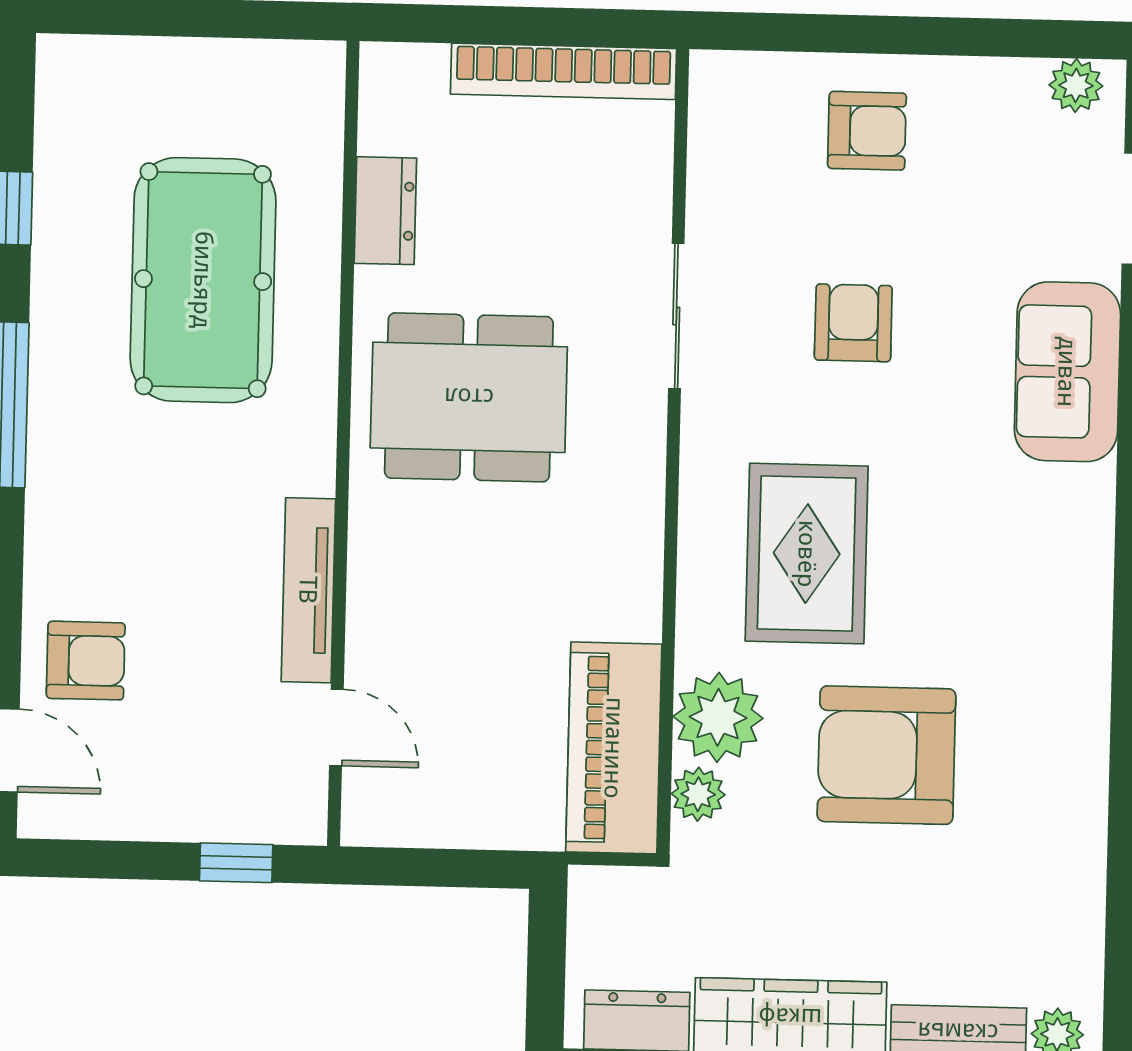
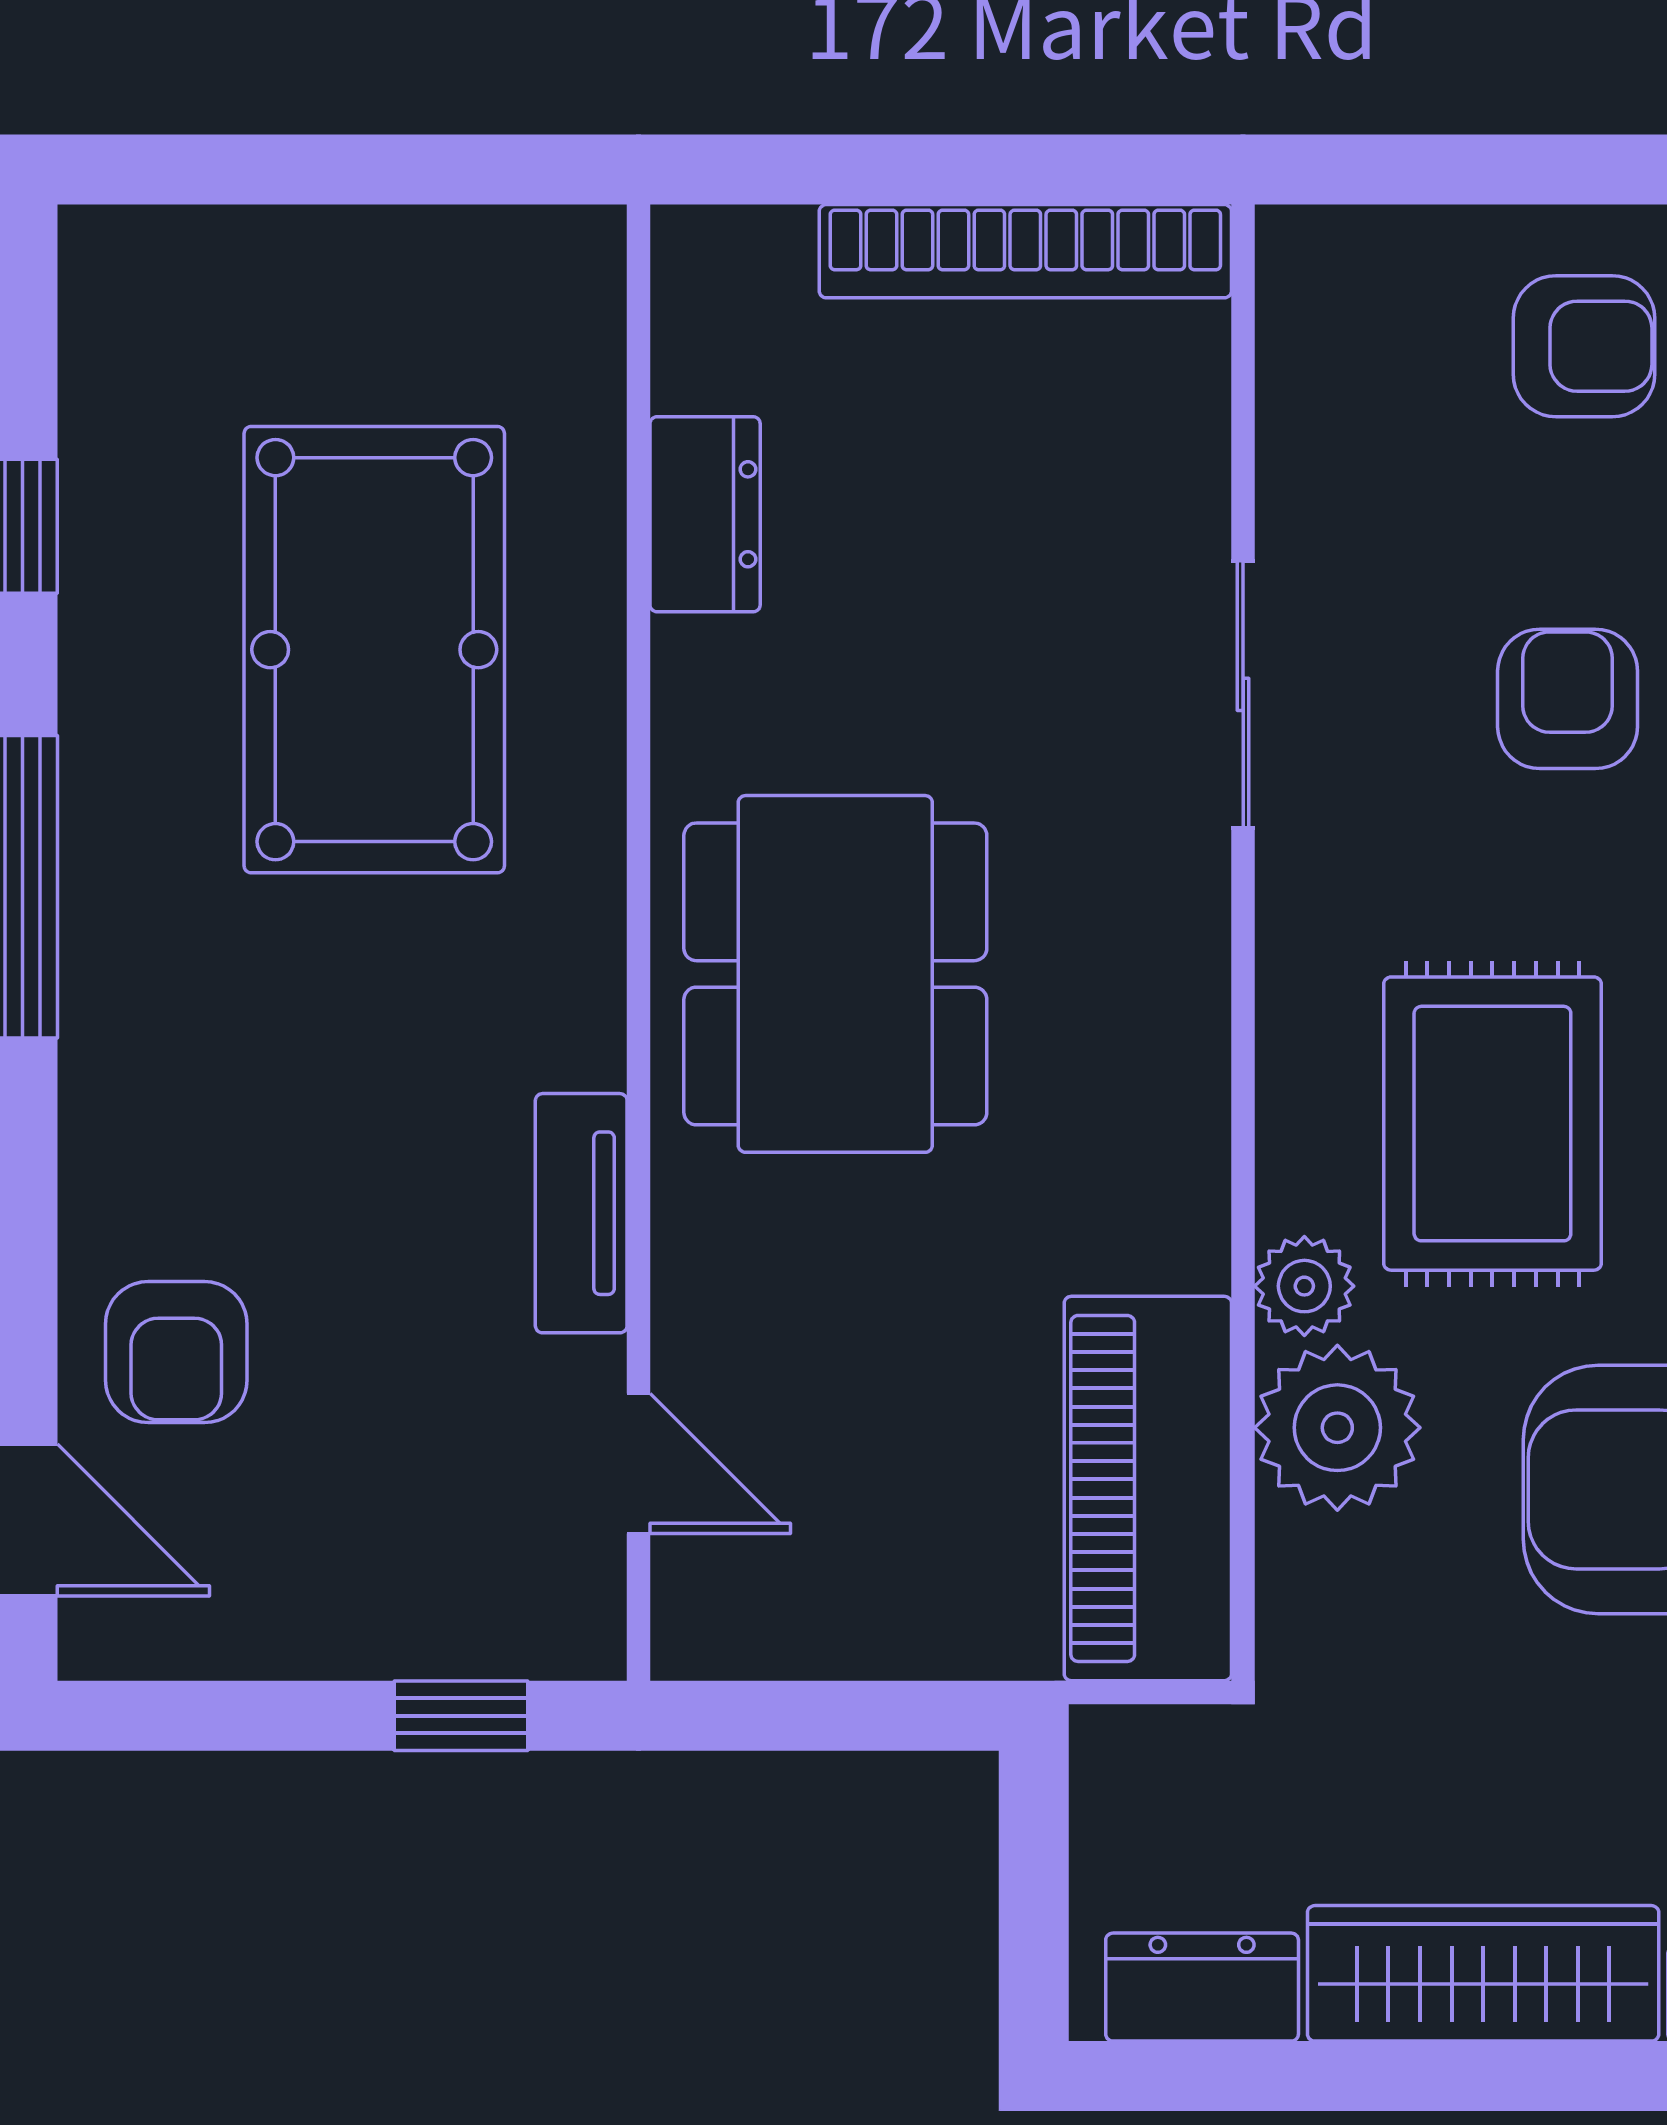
dining table: (469, 397) -> (835, 974), moved, turned 90
tv unit: (308, 590) -> (581, 1213), width x0.71
armchair: (86, 661) -> (176, 1352), turned 90
plant: (698, 794) -> (1304, 1286), moved

